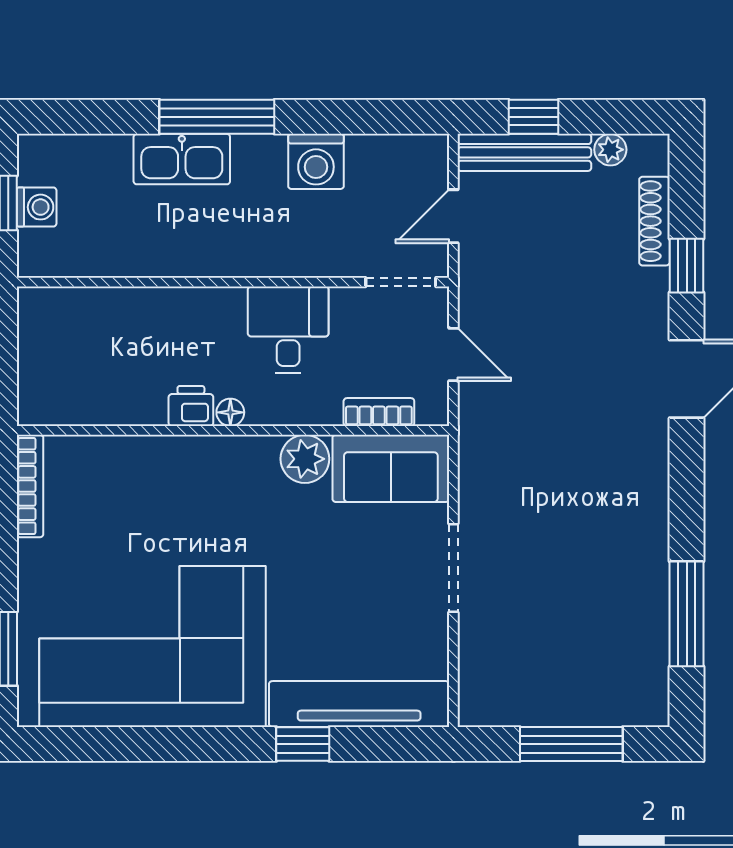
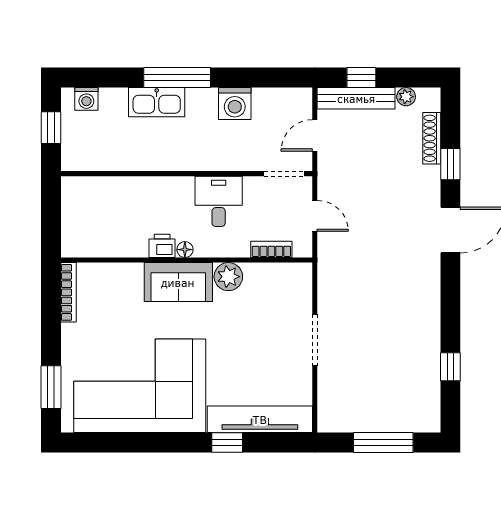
washing machine: (37, 207) -> (86, 99), moved, turned 90
sofa: (391, 468) -> (178, 282), moved
window: (687, 614) -> (450, 367), width x0.46

